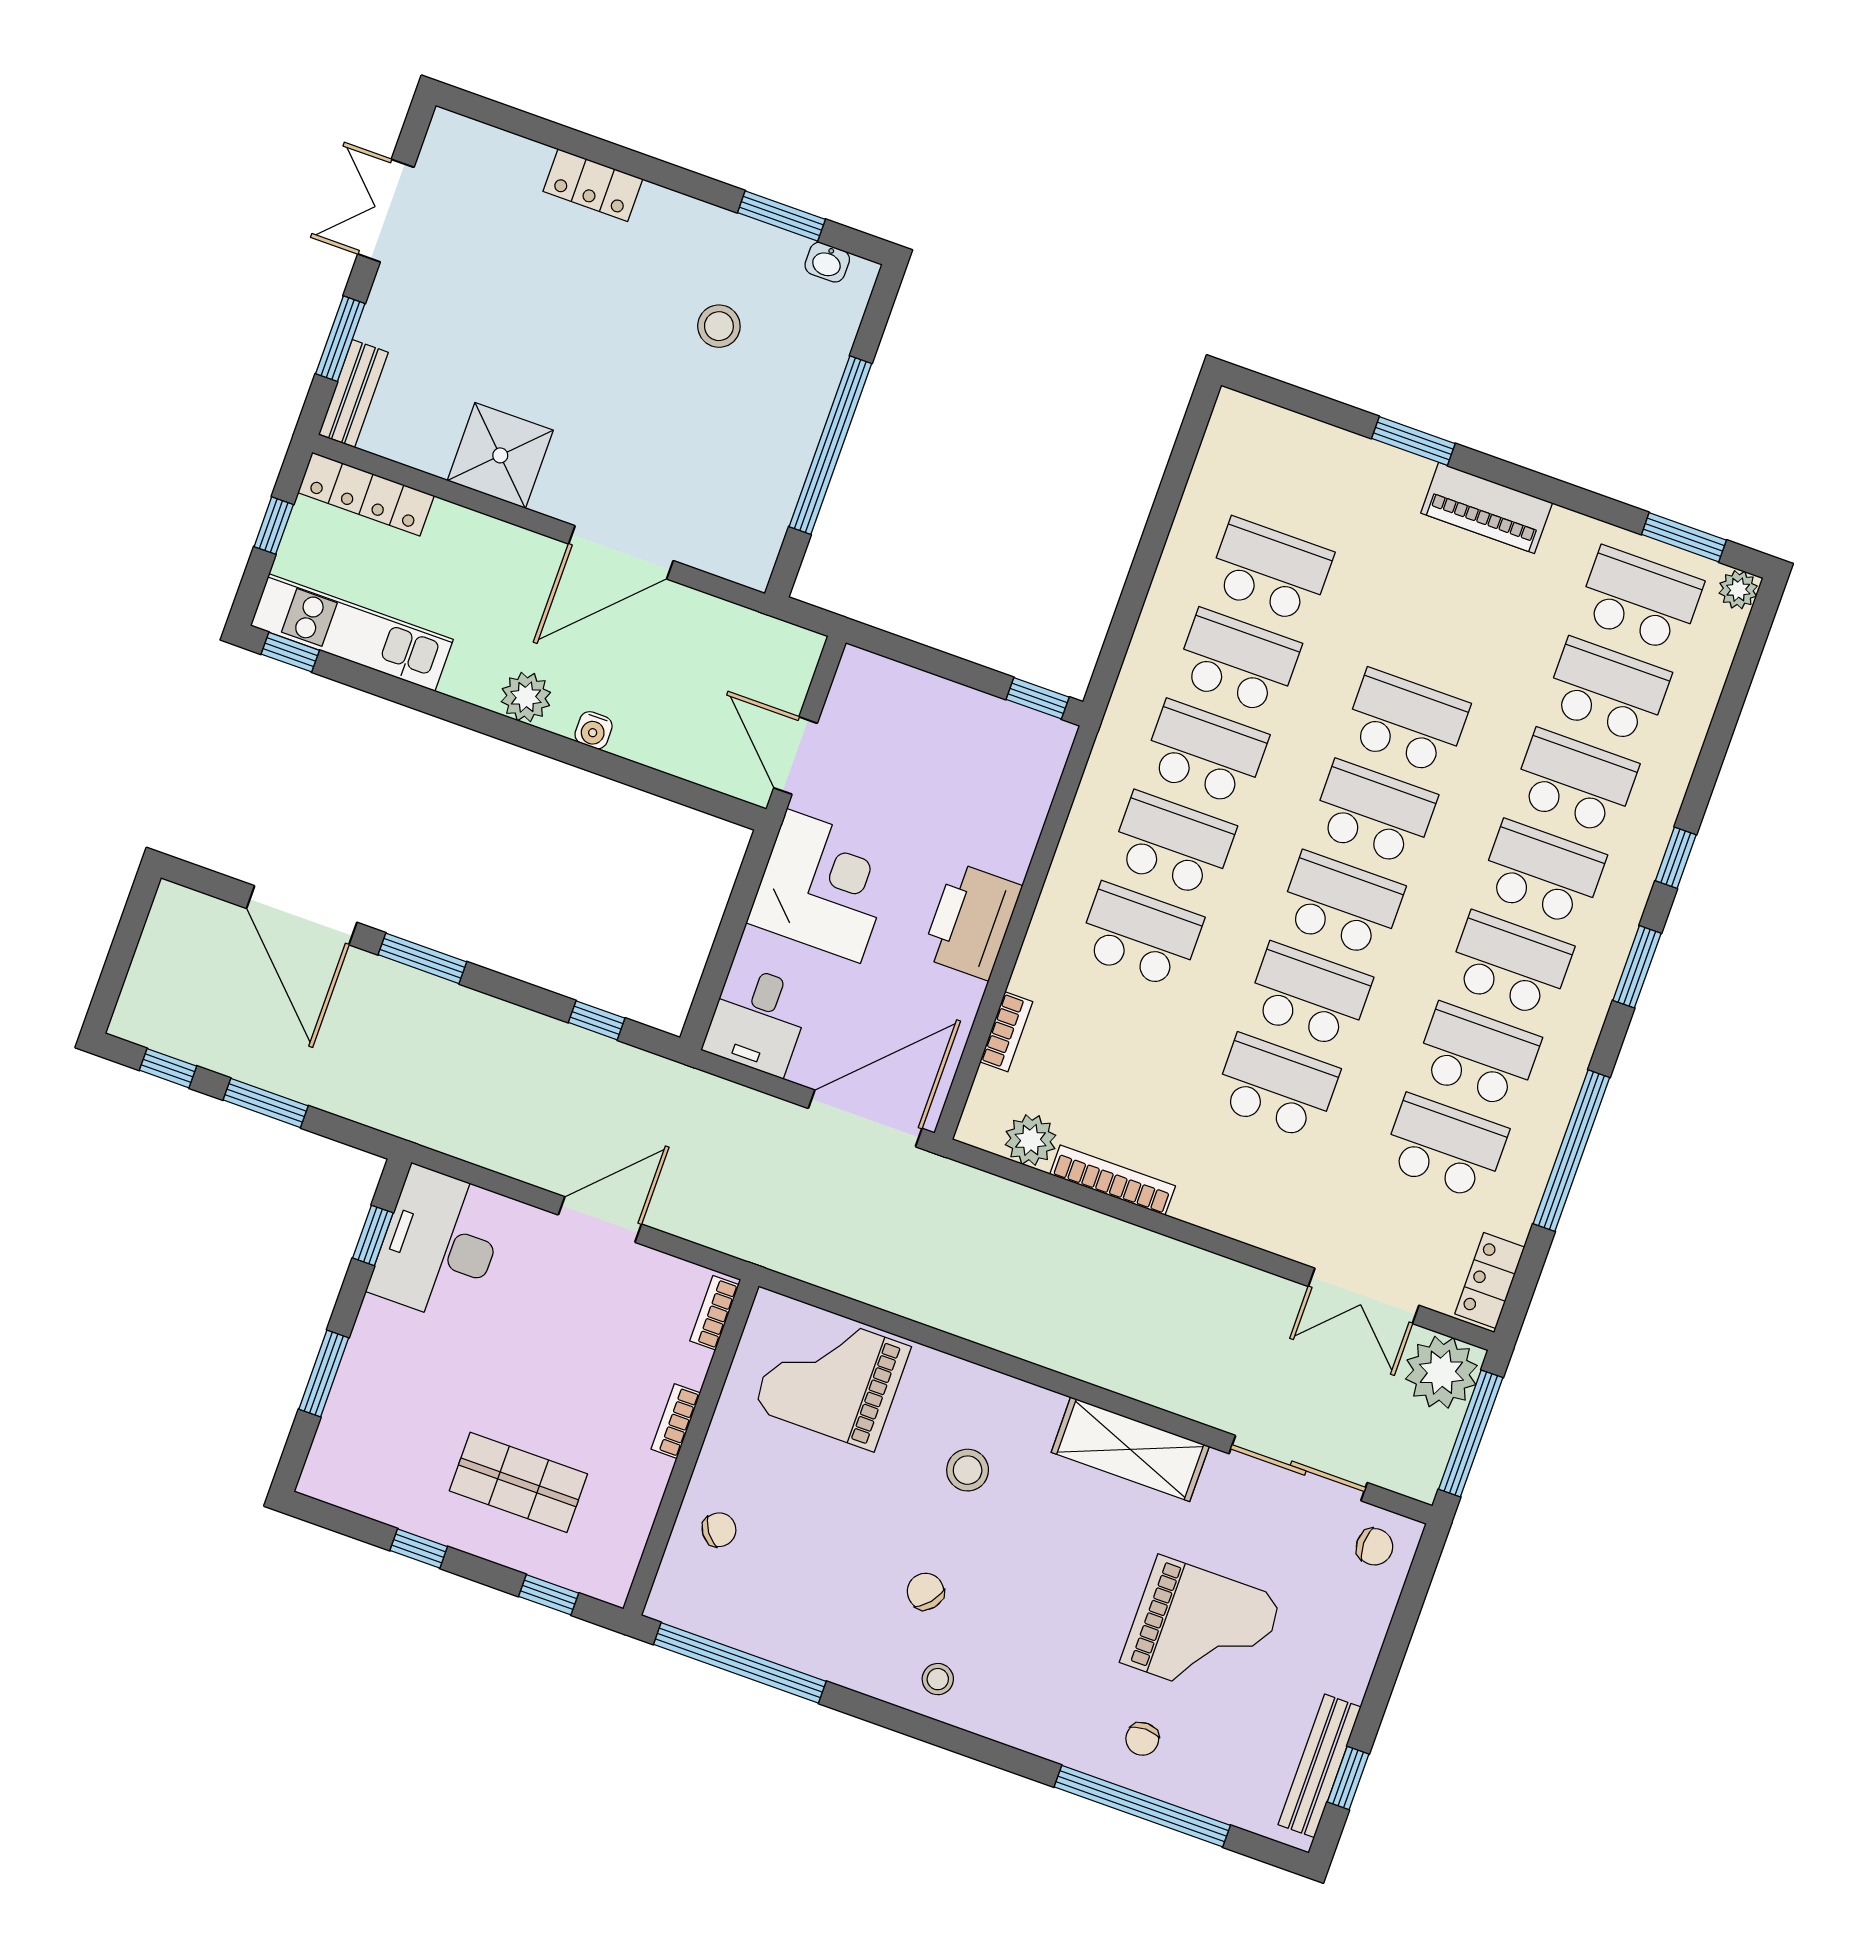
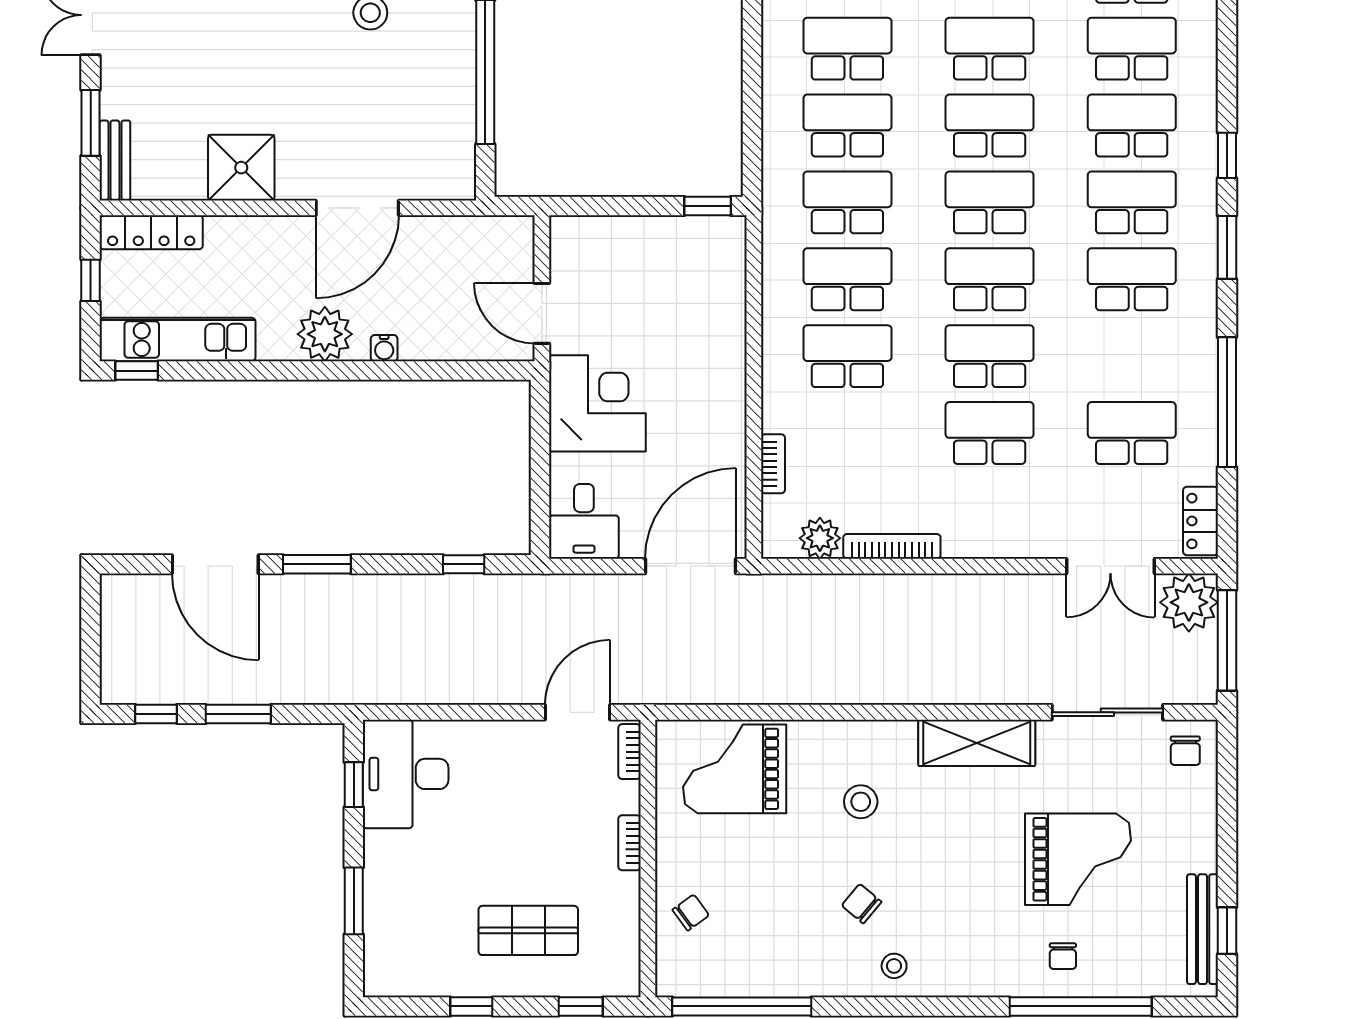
plant: (526, 697) -> (325, 334), width x1.36, depth x1.36
printer: (972, 921) -> (718, 390), removed
school desk: (1478, 1056) -> (990, 49), moved
door: (600, 1219) -> (578, 712), moved
chair: (1375, 1547) -> (1185, 751), turned 90

